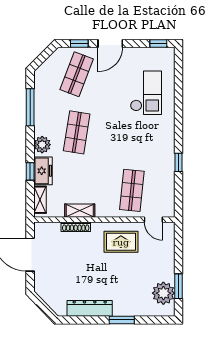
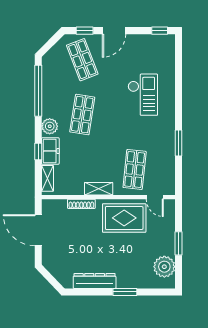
shop shelf: (77, 74) -> (82, 60), turned -42
checkout: (146, 93) -> (143, 95), moved
window: (30, 107) -> (38, 91), width x1.46
window: (178, 162) -> (179, 143), width x1.50
shelving: (80, 211) -> (99, 189), moved
rug: (121, 242) -> (124, 218), width x1.36, depth x1.43
window: (178, 286) -> (179, 243), moved

